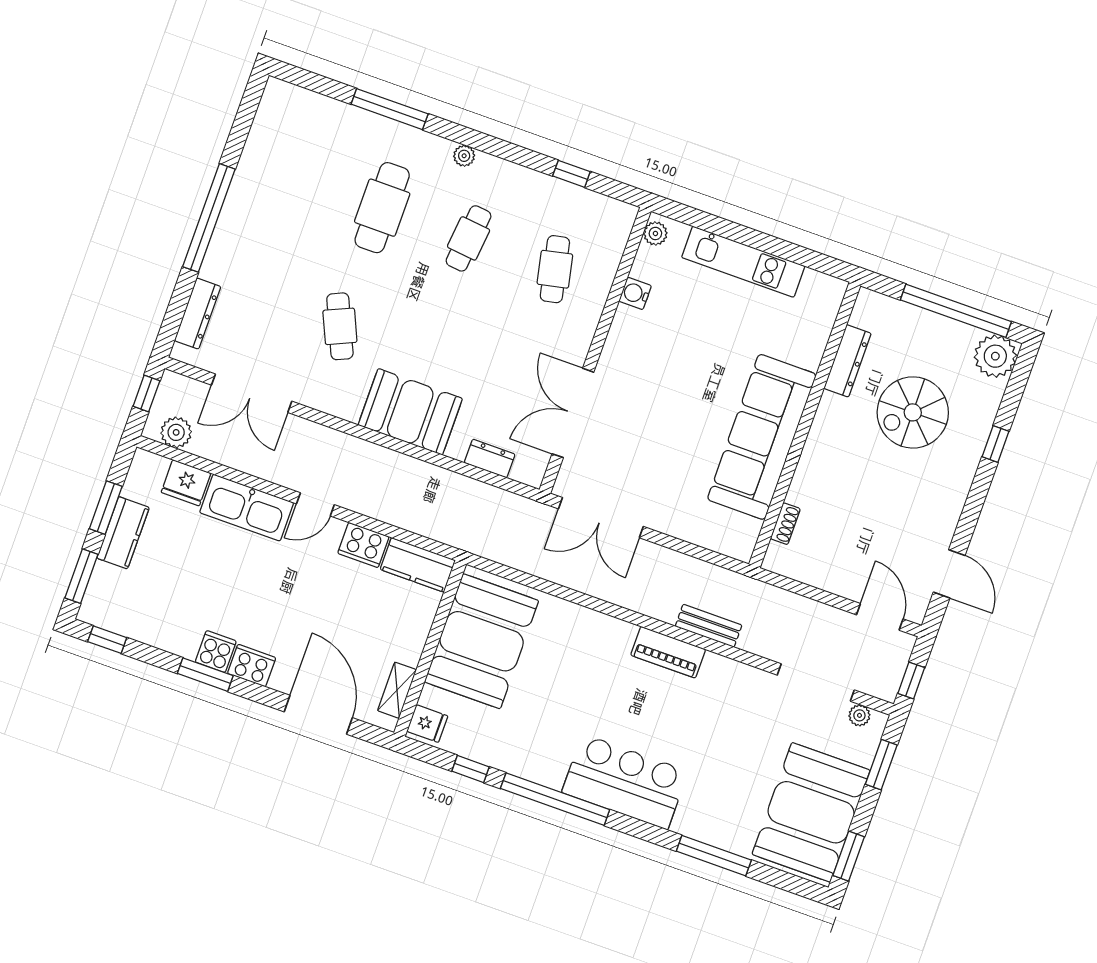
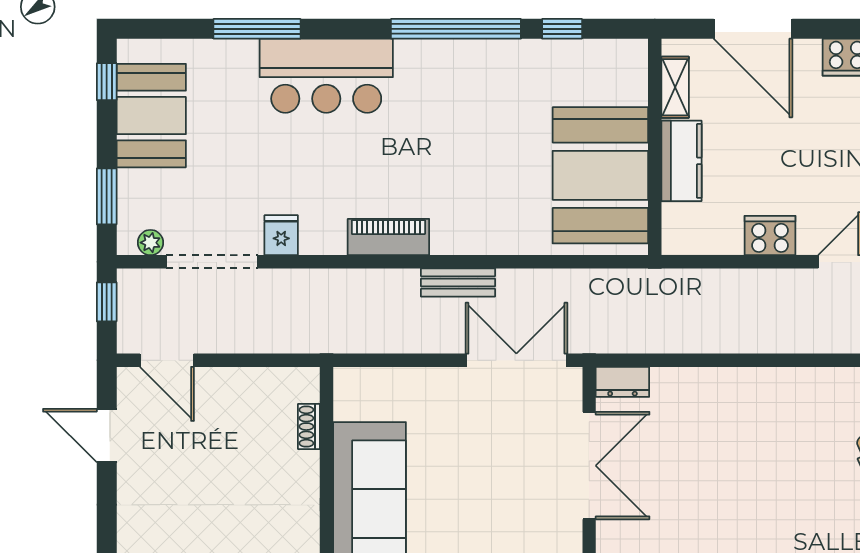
booth: (410, 412) -> (771, 402), removed
dresser: (490, 458) -> (622, 382), moved
kitchen counter: (418, 565) -> (681, 161), moved, turned 90
bench: (709, 626) -> (458, 282), moved
fridge: (427, 724) -> (281, 235), moved, turned 90
bar counter: (625, 782) -> (326, 76), moved
booth: (811, 812) -> (151, 116), width x0.73, depth x0.70
window: (849, 856) -> (107, 82), width x0.67

